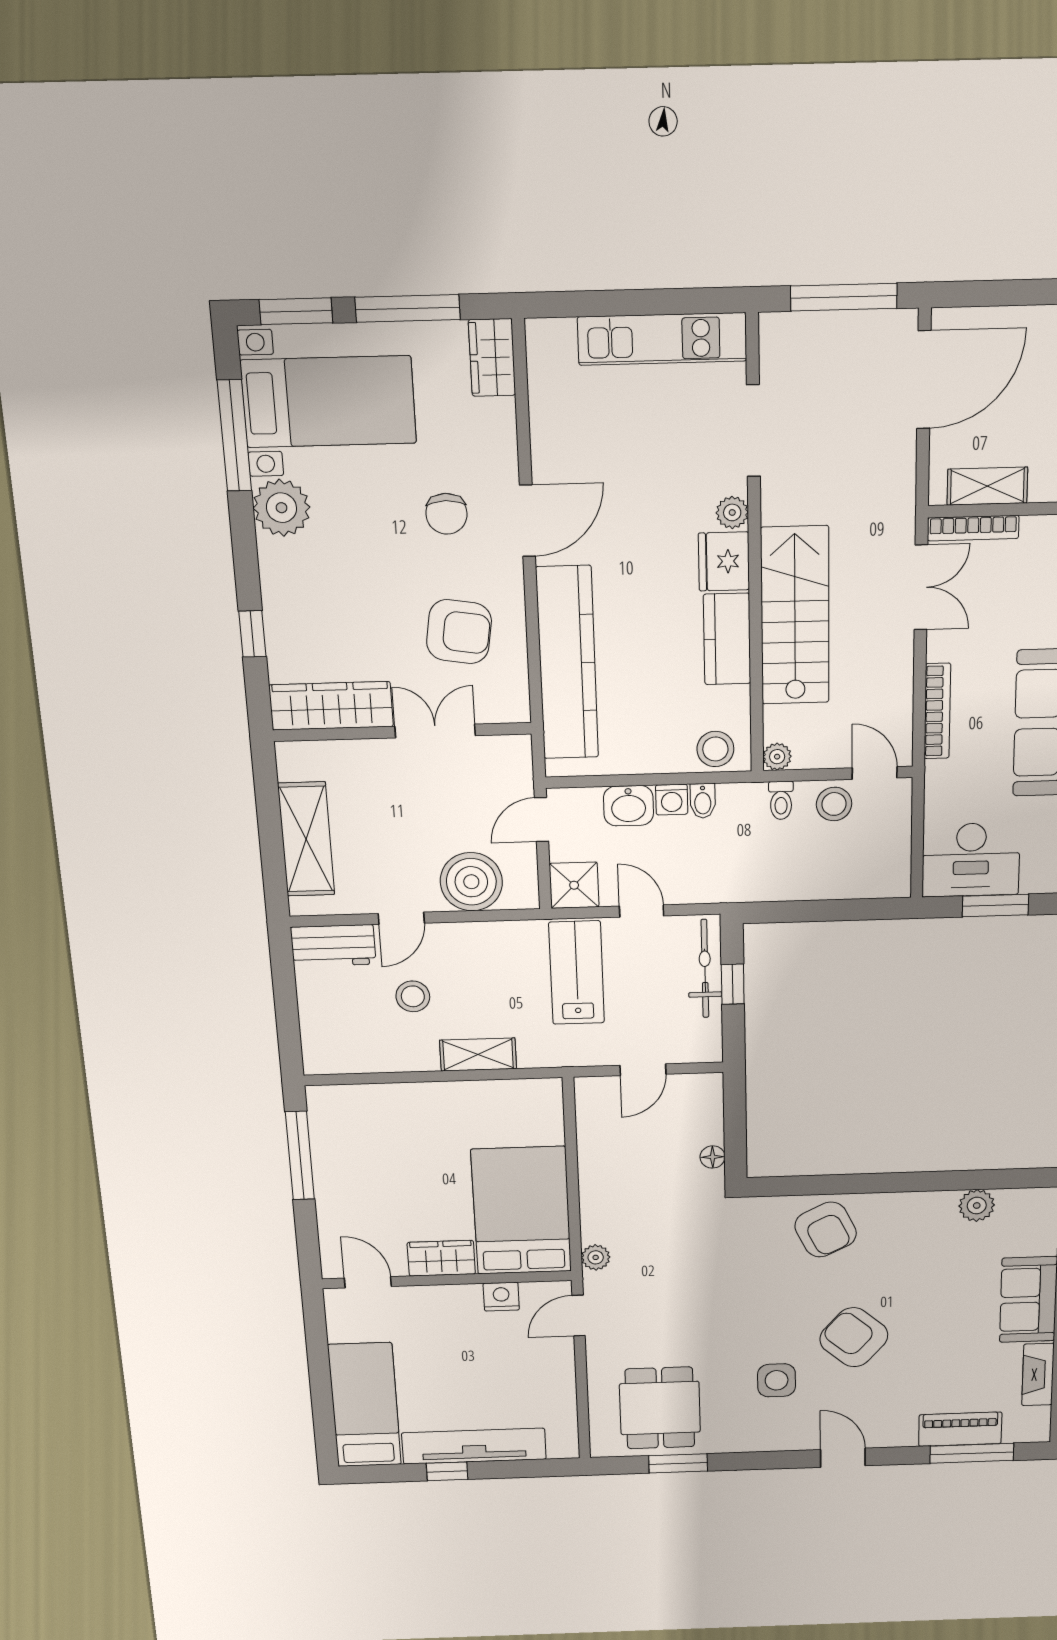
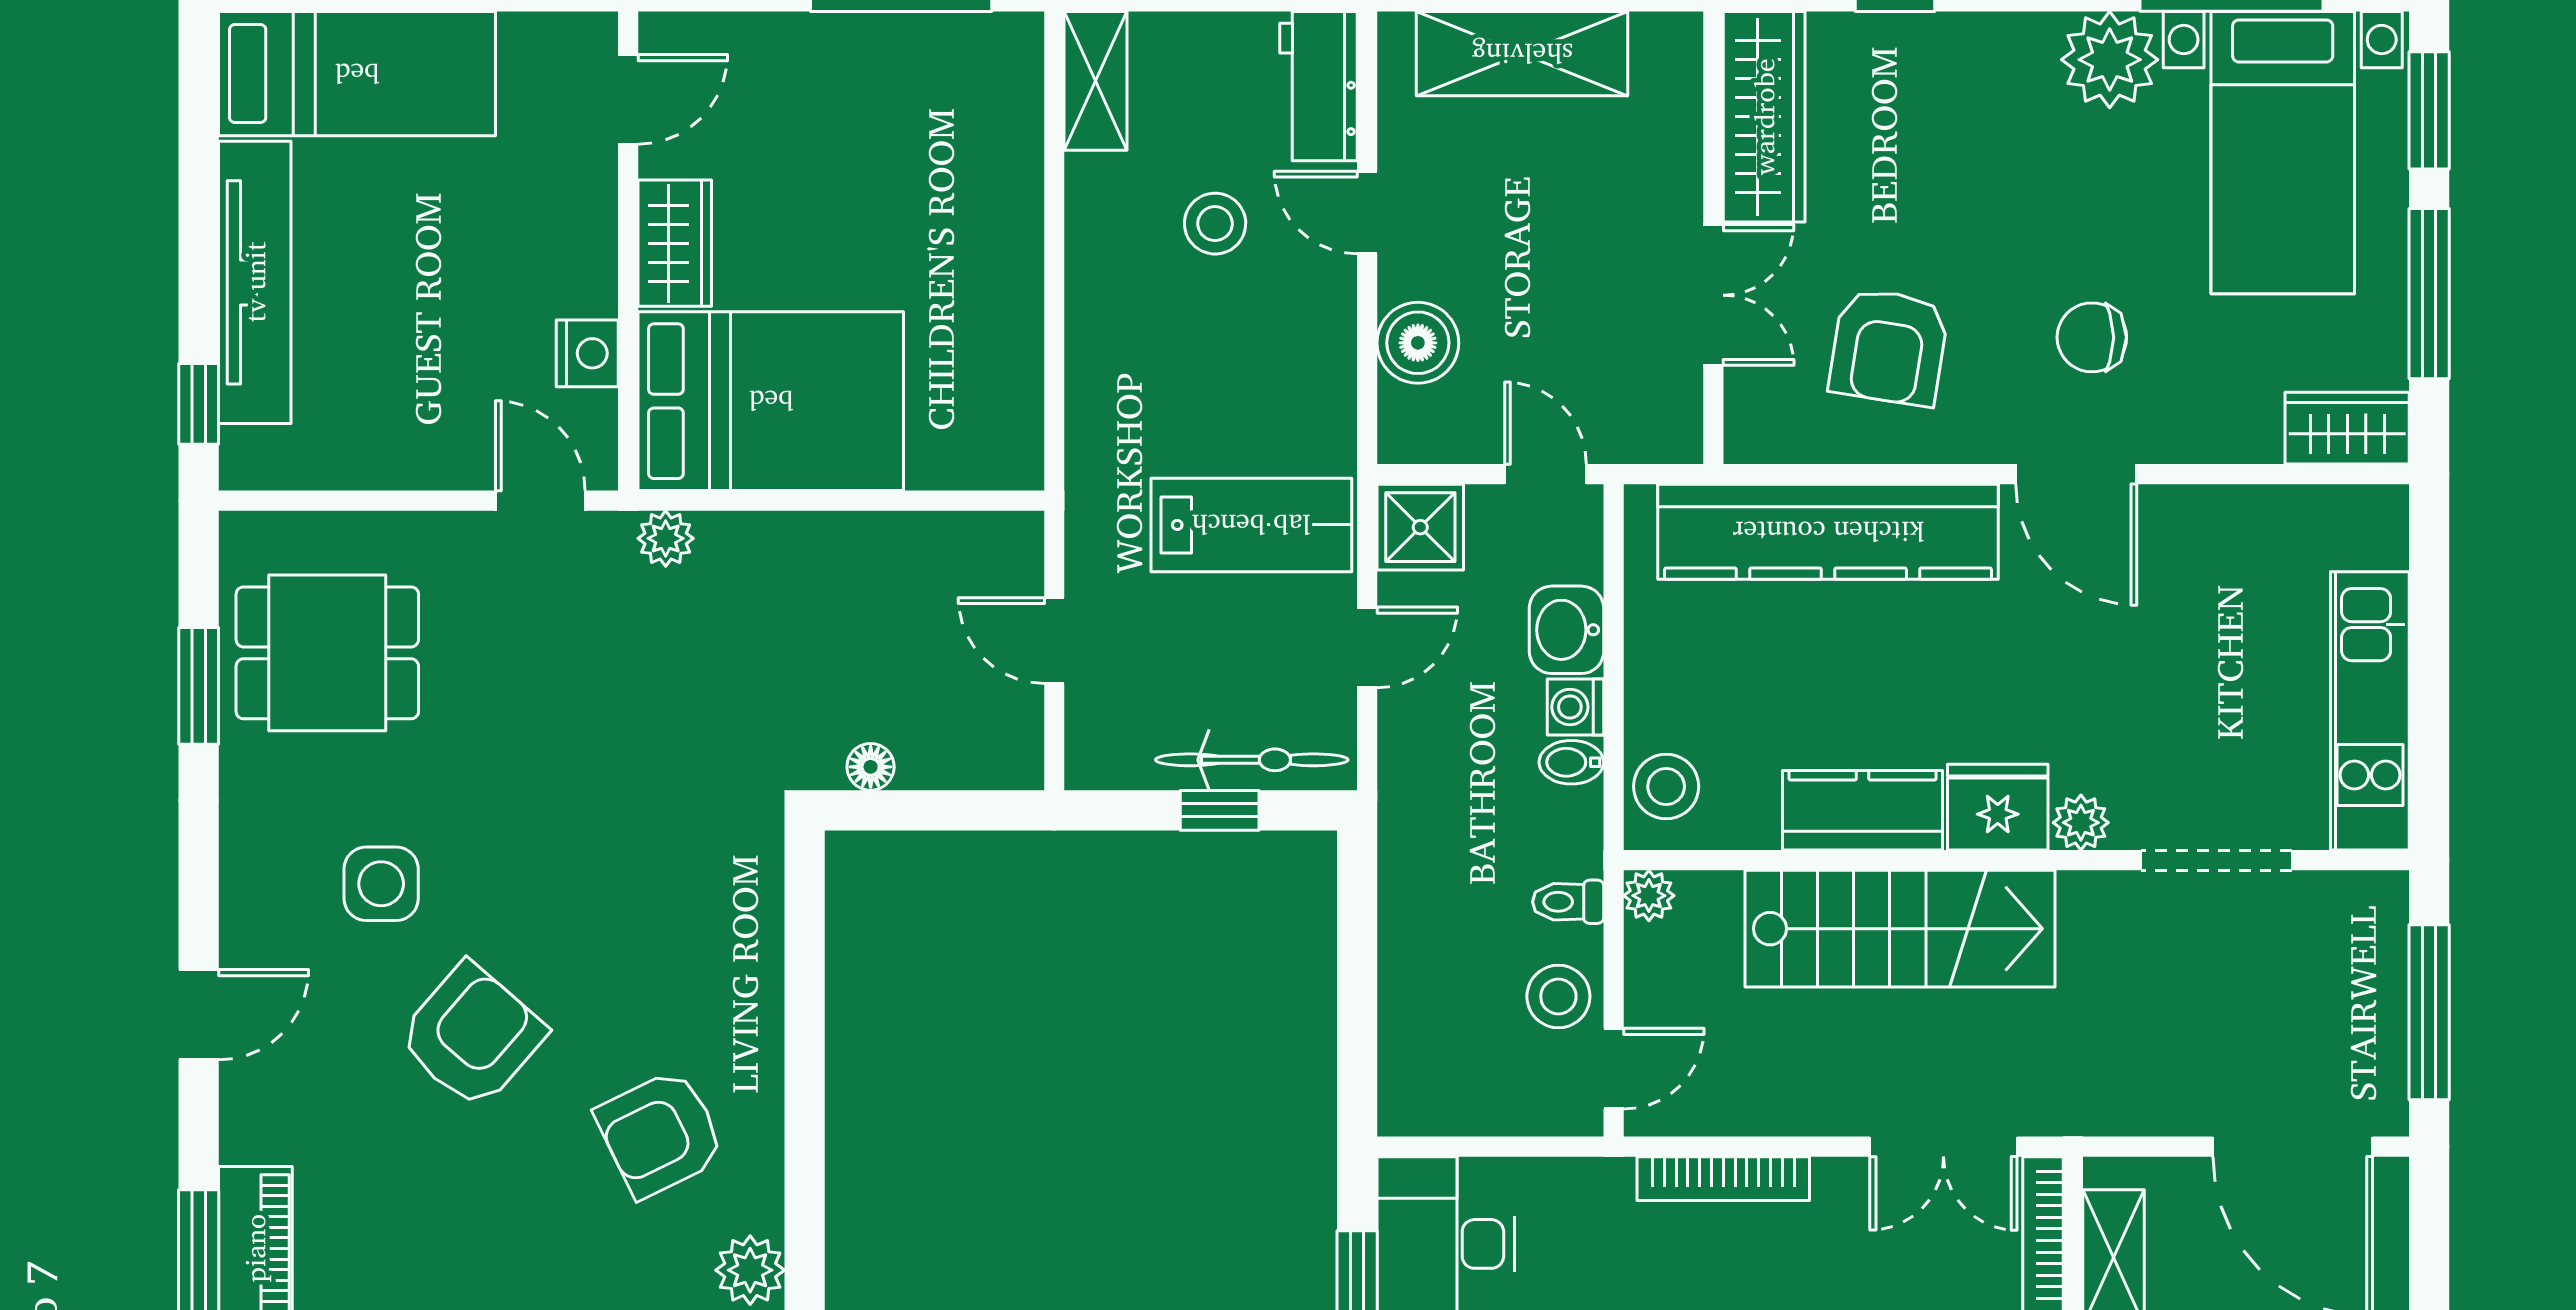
boiler: (471, 882) -> (1418, 343), width x0.73, depth x0.73
shelving: (478, 1054) -> (1096, 81), moved
armchair: (826, 1230) -> (660, 1134), moved
window: (447, 1471) -> (199, 404), moved

